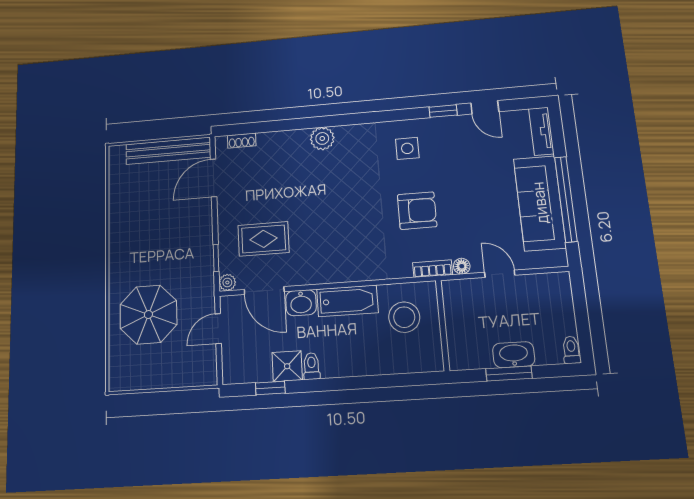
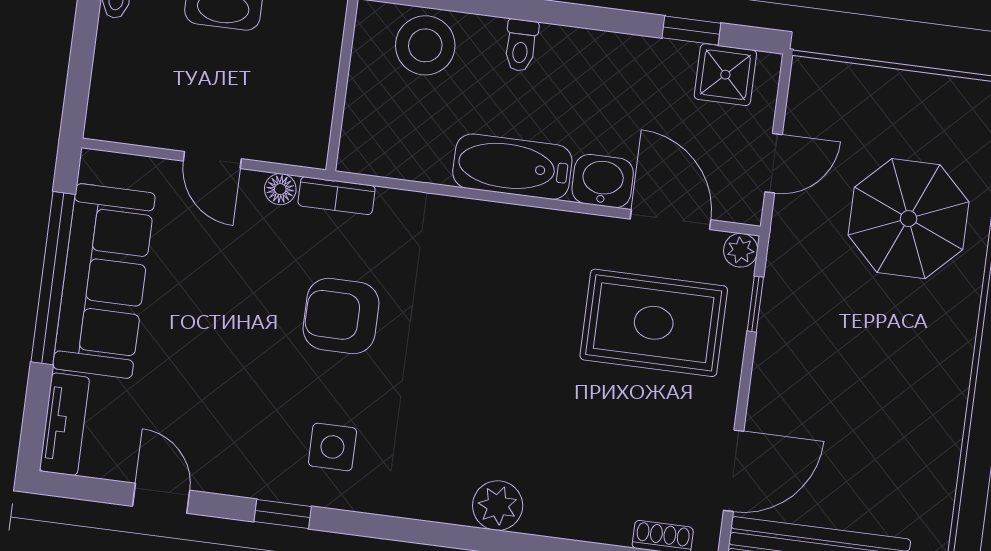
window: (443, 111) -> (283, 514), moved
rug: (264, 239) -> (654, 323), width x1.36, depth x1.43
stool: (404, 317) -> (425, 45), moved
shower: (287, 366) -> (725, 75), moved
toilet: (312, 366) -> (521, 45), moved

